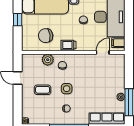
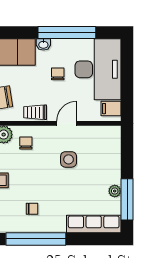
door: (103, 52) -> (67, 123), moved
side table: (67, 89) -> (69, 159), moved

